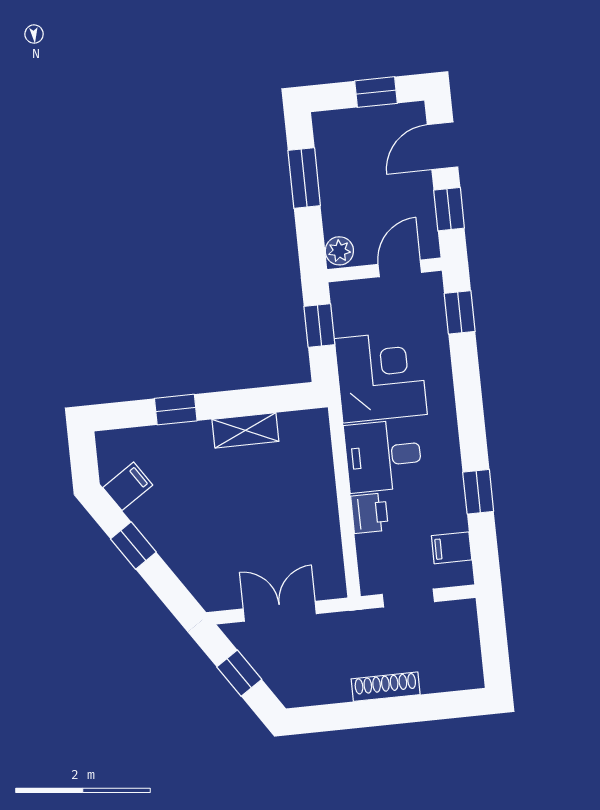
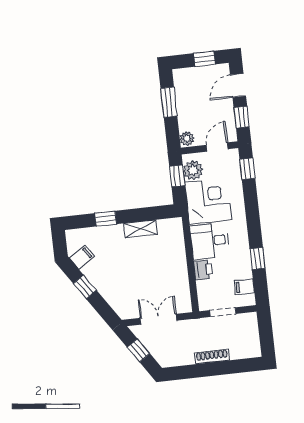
plant: (351, 314) -> (193, 170), added

